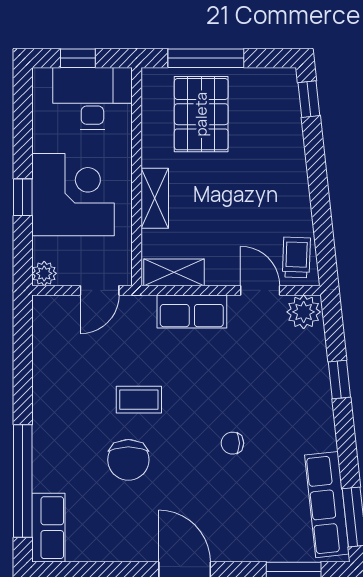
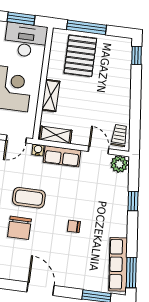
window: (78, 58) -> (21, 19), width x1.50
water cooler: (144, 306) -> (38, 150), added
coffee table: (139, 400) -> (29, 198), width x1.36, depth x1.30

